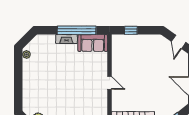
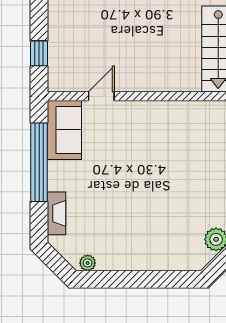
fireplace: (66, 39) -> (57, 213), moved
door: (109, 83) -> (101, 96), moved

